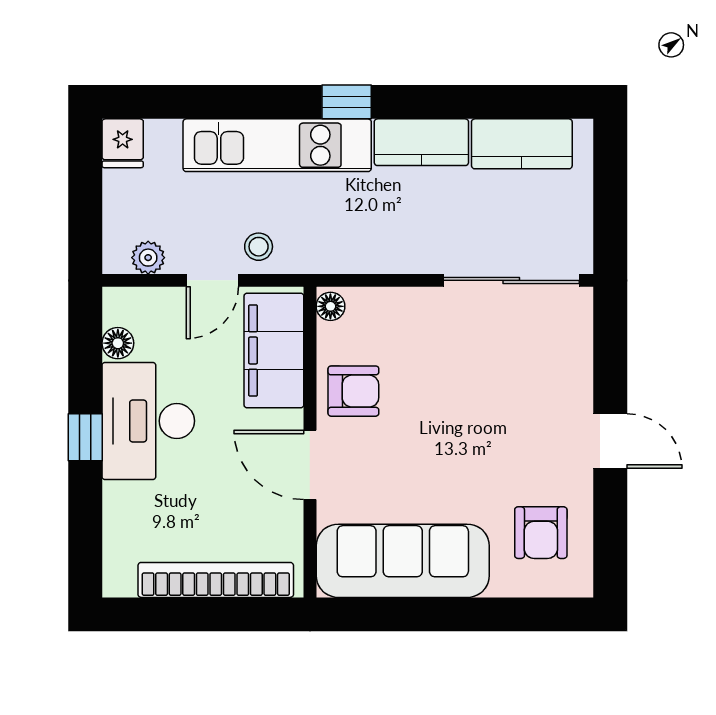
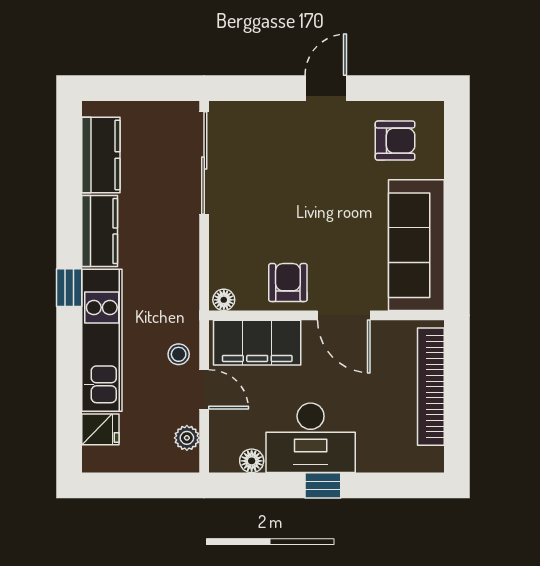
fridge: (123, 143) -> (100, 429), moved
door: (310, 465) -> (344, 315), hinge flipped

